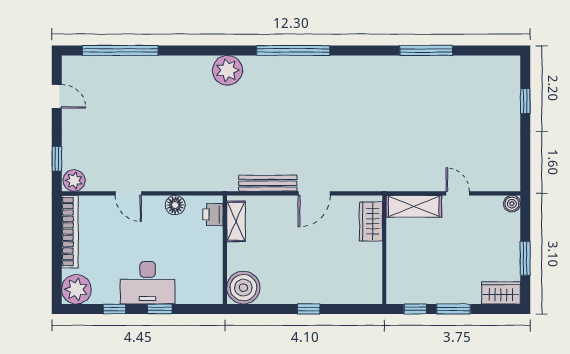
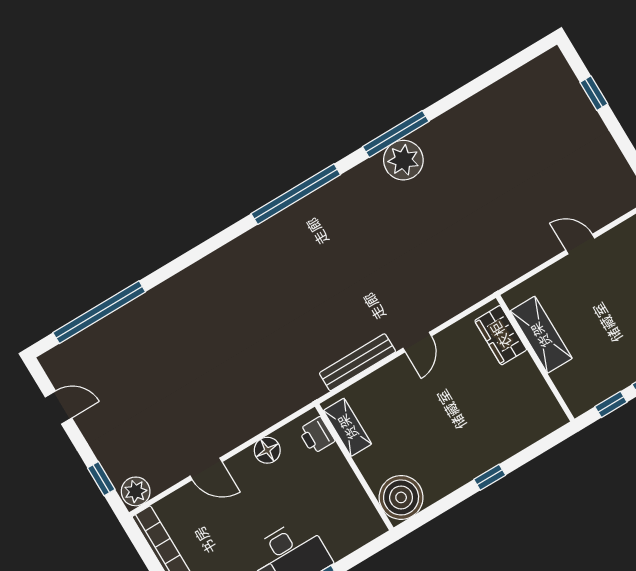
window: (426, 50) -> (396, 134), moved
plant: (227, 70) -> (403, 160), moved
door: (314, 193) -> (417, 342), width x0.73
shelving: (414, 206) -> (541, 335), moved, turned 90

